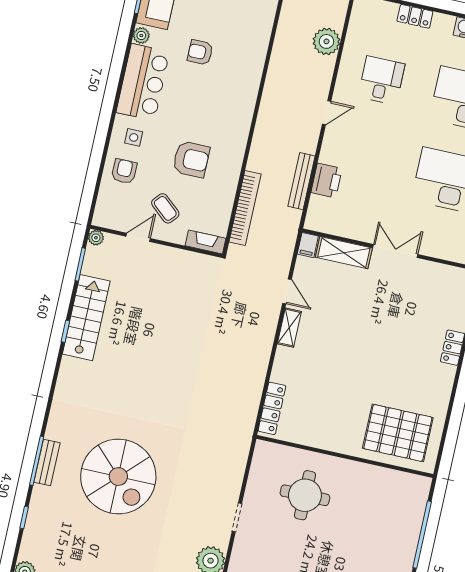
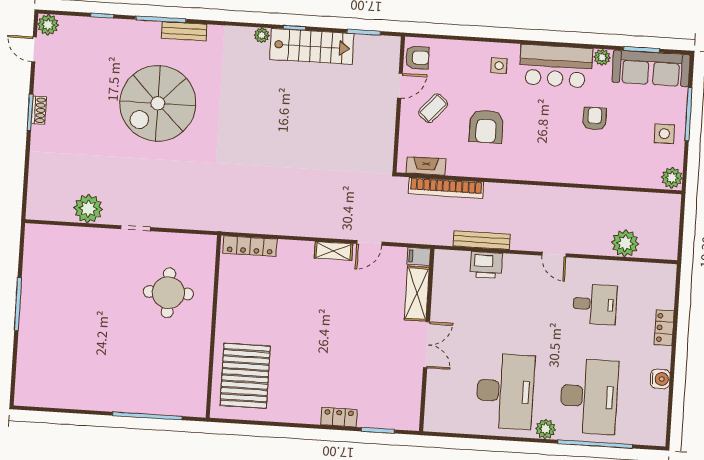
armchair: (124, 171) -> (417, 57), moved
door: (138, 237) -> (400, 86), hinge flipped
plant: (96, 238) -> (262, 35), moved
fireplace: (205, 242) -> (426, 166), moved, turned -90
bench: (47, 462) -> (184, 31), moved

